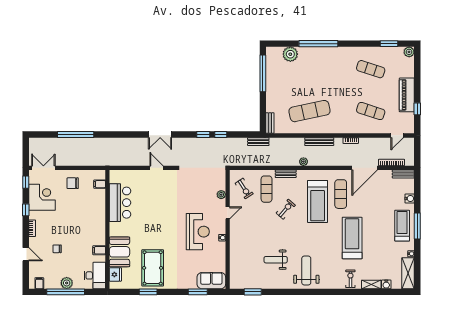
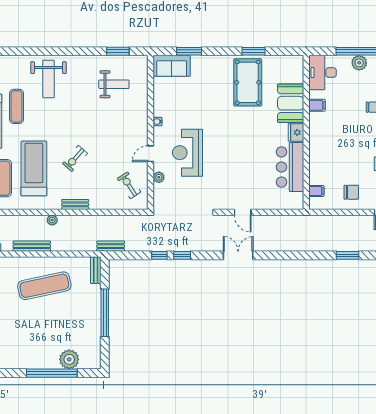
window: (318, 44) -> (52, 373), moved
window: (263, 73) -> (105, 313), moved
window: (76, 134) -> (348, 255), width x0.47
exercise mat: (267, 189) -> (17, 106), moved
reception desk: (198, 232) -> (188, 153), moved
weight bench: (276, 260) -> (114, 84), moved
fridge: (115, 274) -> (296, 132), moved

